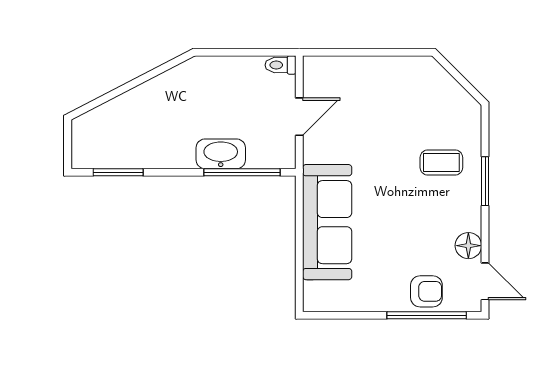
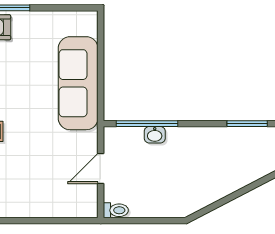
washbasin: (221, 154) -> (155, 135), width x0.52, depth x0.69

